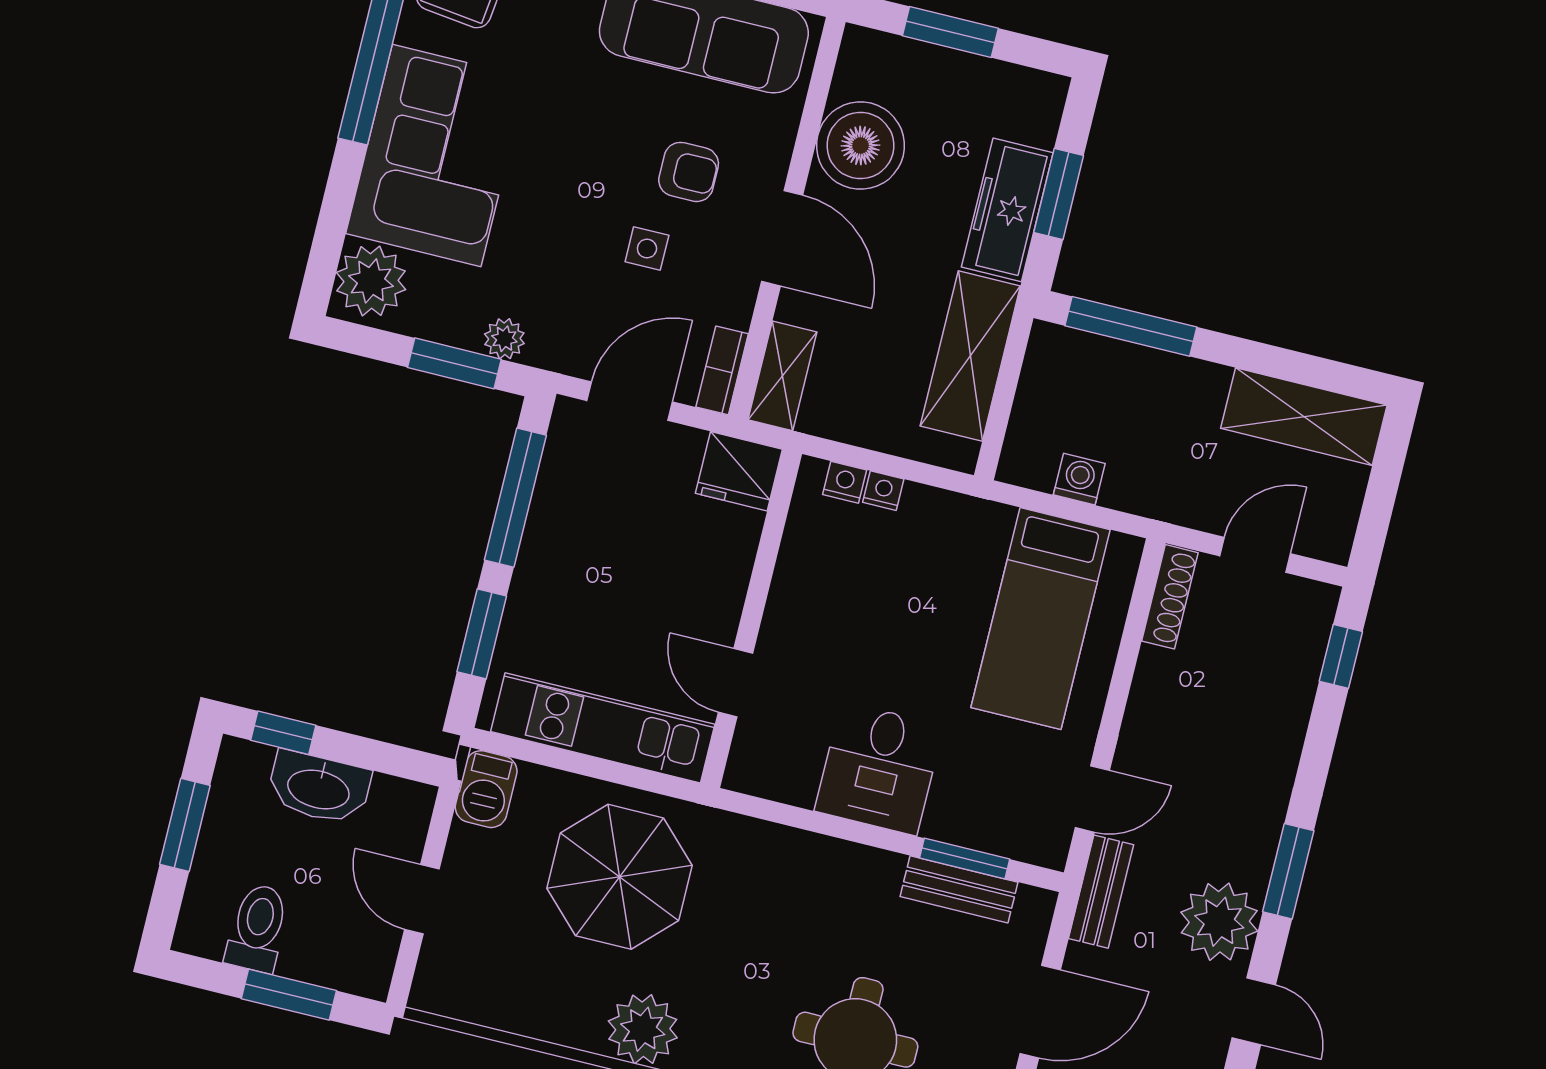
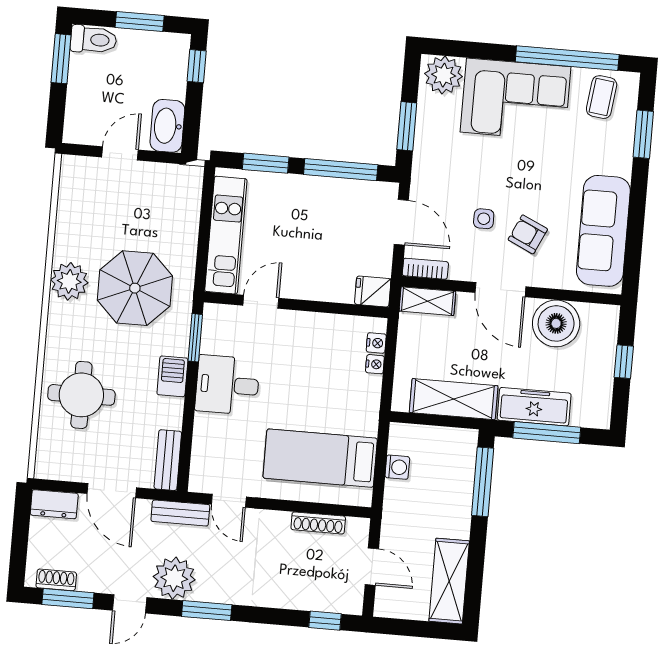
window: (950, 32) -> (624, 362), width x0.67
armchair: (689, 172) -> (528, 234), turned 115
window: (1059, 194) -> (547, 433), width x1.44
door: (782, 238) -> (500, 290), hinge flipped
plant: (504, 339) -> (424, 151), removed
fridge: (739, 471) -> (373, 292), width x0.72
shoe rack: (1170, 597) -> (318, 523), moved
washbasin: (319, 788) -> (167, 126), moved
barbecue: (486, 789) -> (172, 376), moved, turned 90
window: (965, 858) -> (195, 338), moved
parasol: (620, 877) -> (135, 288), moved
bench: (959, 889) -> (168, 460), moved
toilet: (258, 928) -> (94, 40), moved
window: (289, 995) -> (61, 59), moved

